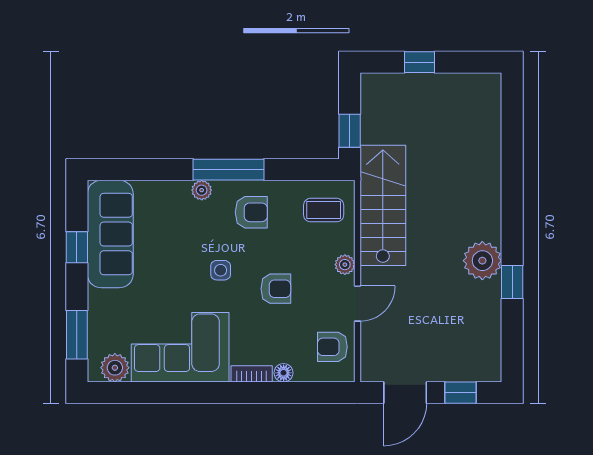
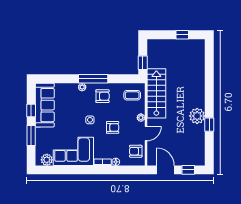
window: (419, 62) -> (182, 35), moved
window: (77, 335) -> (31, 135), moved
door: (405, 393) -> (165, 170), swing flipped

